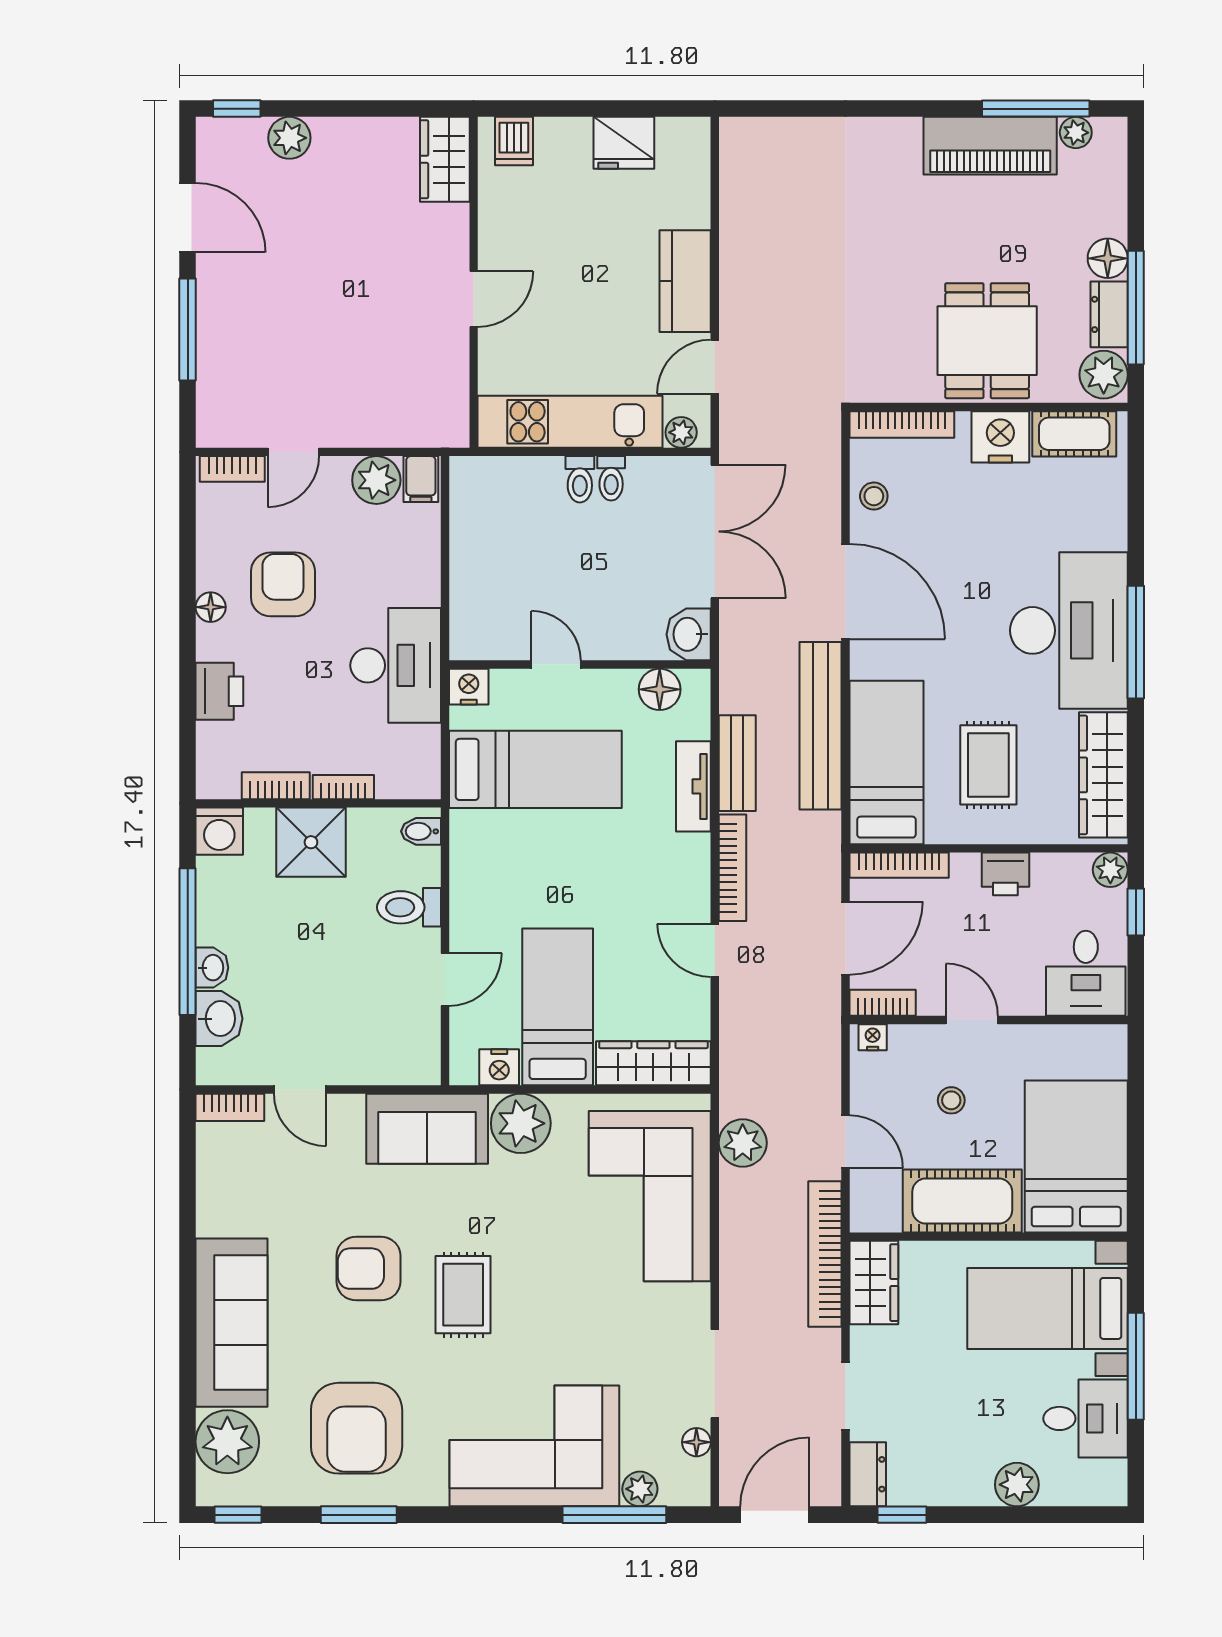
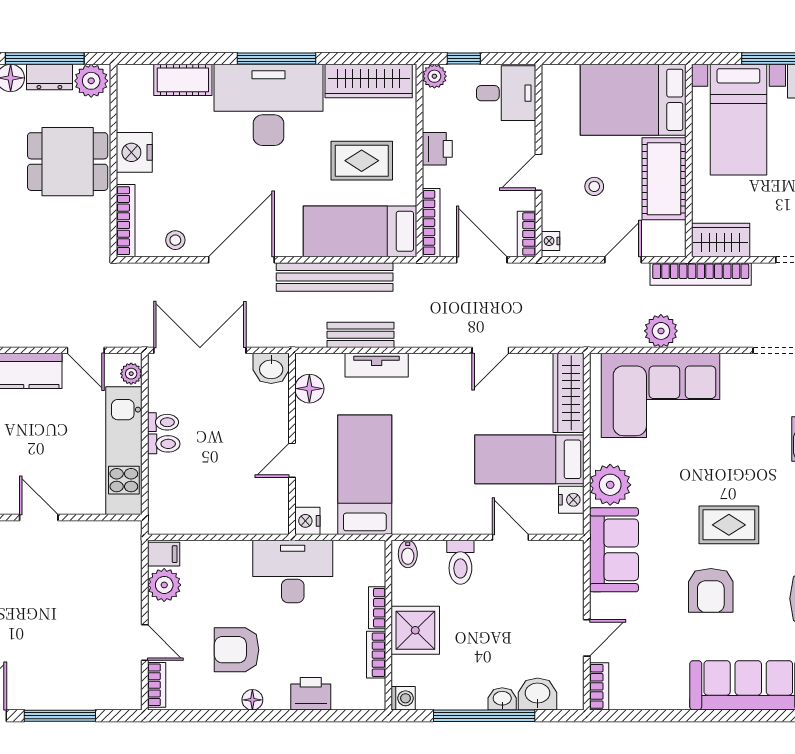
cot: (1074, 434) -> (183, 80), moved, turned 90
washing machine: (219, 831) -> (403, 698), width x0.73, depth x0.73
bookcase: (732, 868) -> (433, 338), removed
plant: (743, 1143) -> (661, 331), moved

